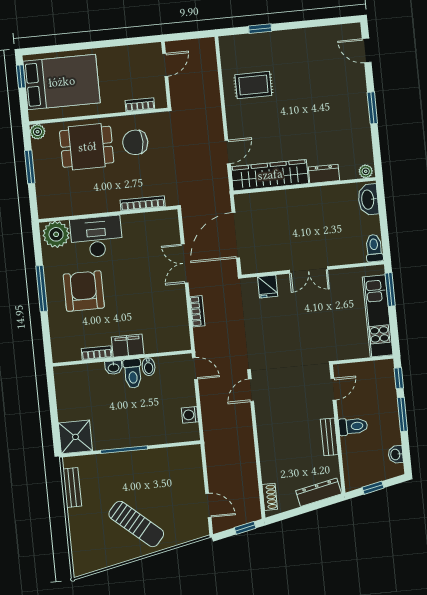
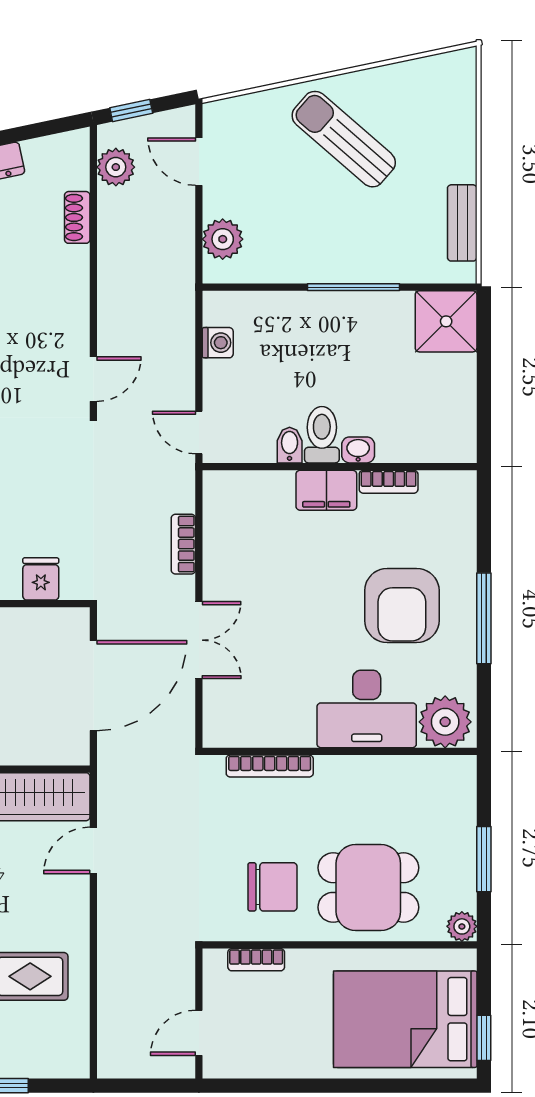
plant: (193, 467) -> (223, 239), added
shoe rack: (270, 497) -> (77, 217), moved
plant: (250, 499) -> (116, 167), added

